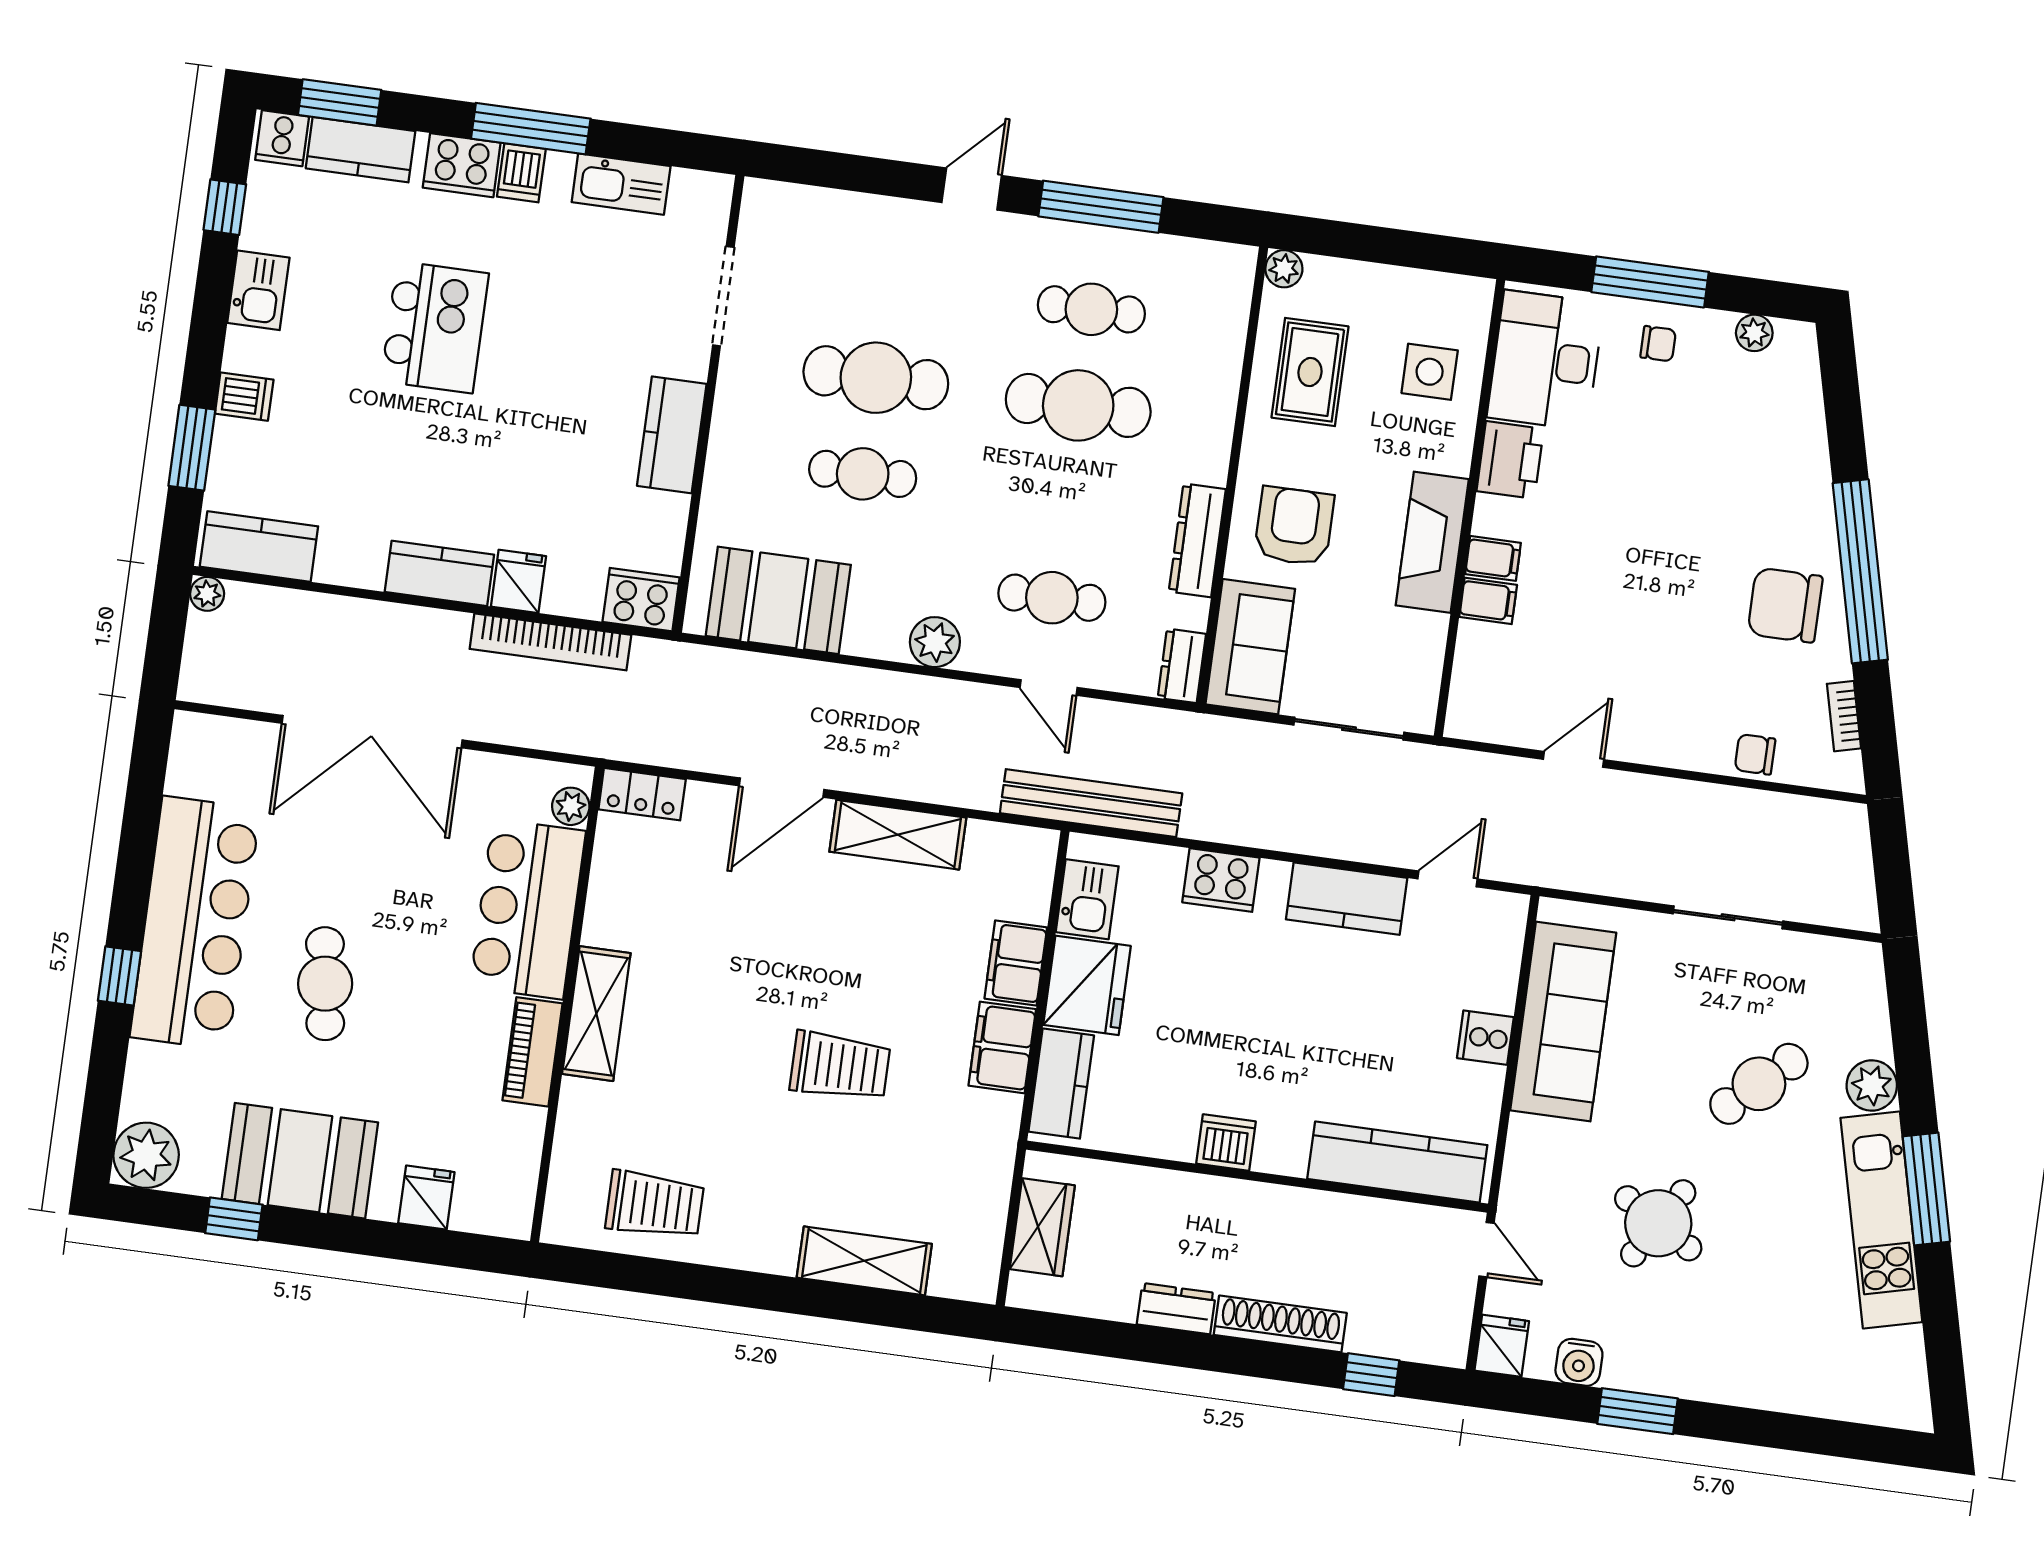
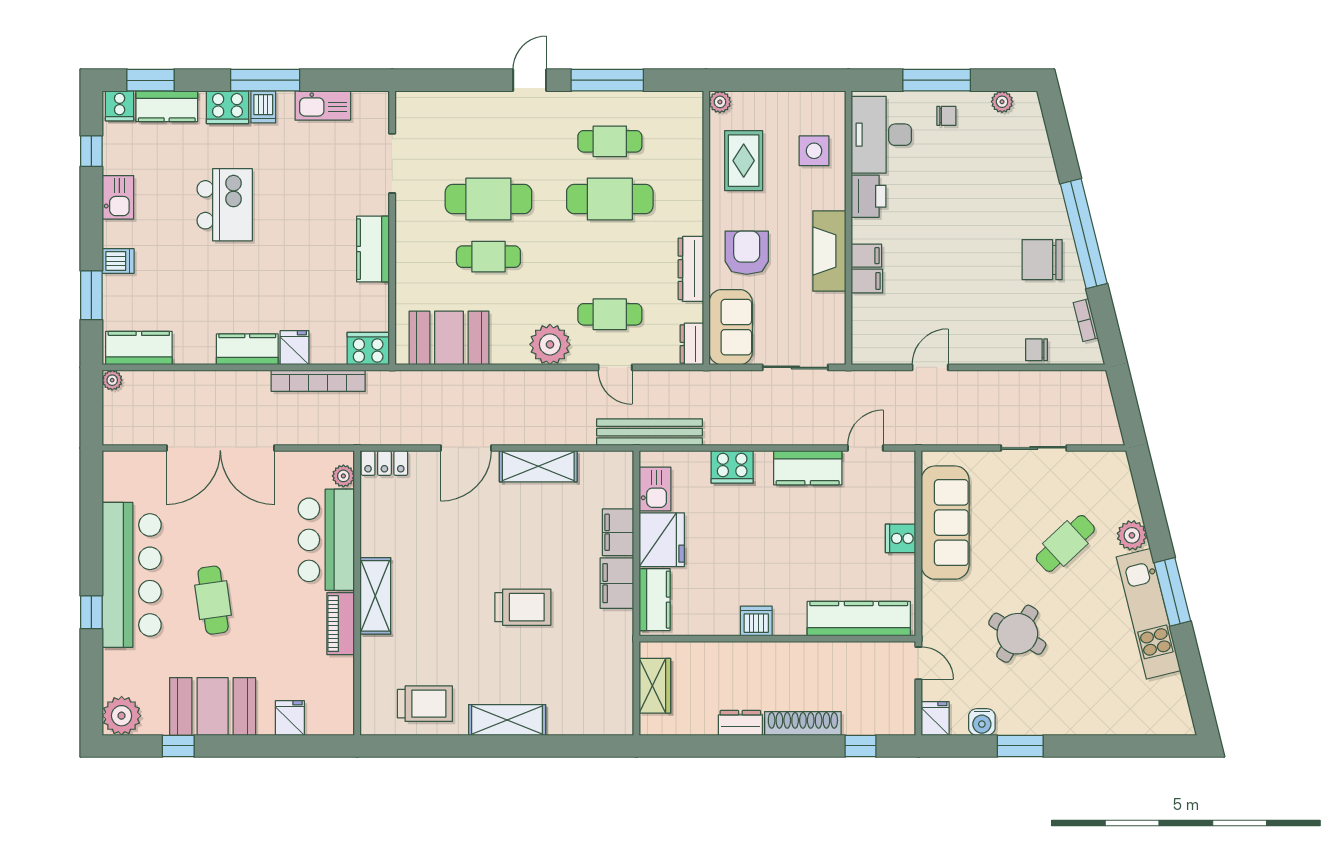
plant: (935, 642) -> (550, 344), width x1.36, depth x1.36
shelving: (864, 1261) -> (507, 720), moved

